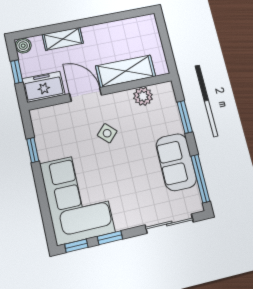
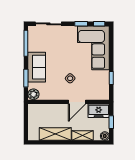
shelving: (126, 71) -> (55, 134), moved
door: (86, 94) -> (77, 102), hinge flipped
plant: (143, 96) -> (33, 94), moved
sofa: (176, 162) -> (37, 67), moved

